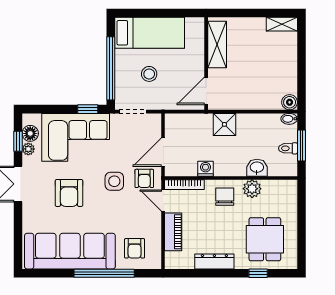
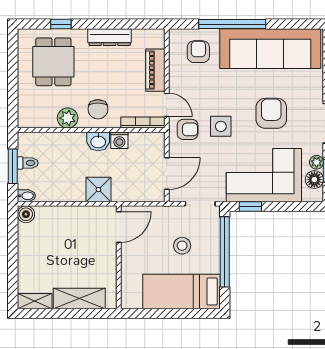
shelving: (217, 45) -> (79, 298), moved, turned 90
door: (163, 152) -> (167, 174), moved
washbasin: (257, 168) -> (98, 141), moved
armchair: (144, 178) -> (188, 129), turned 90

